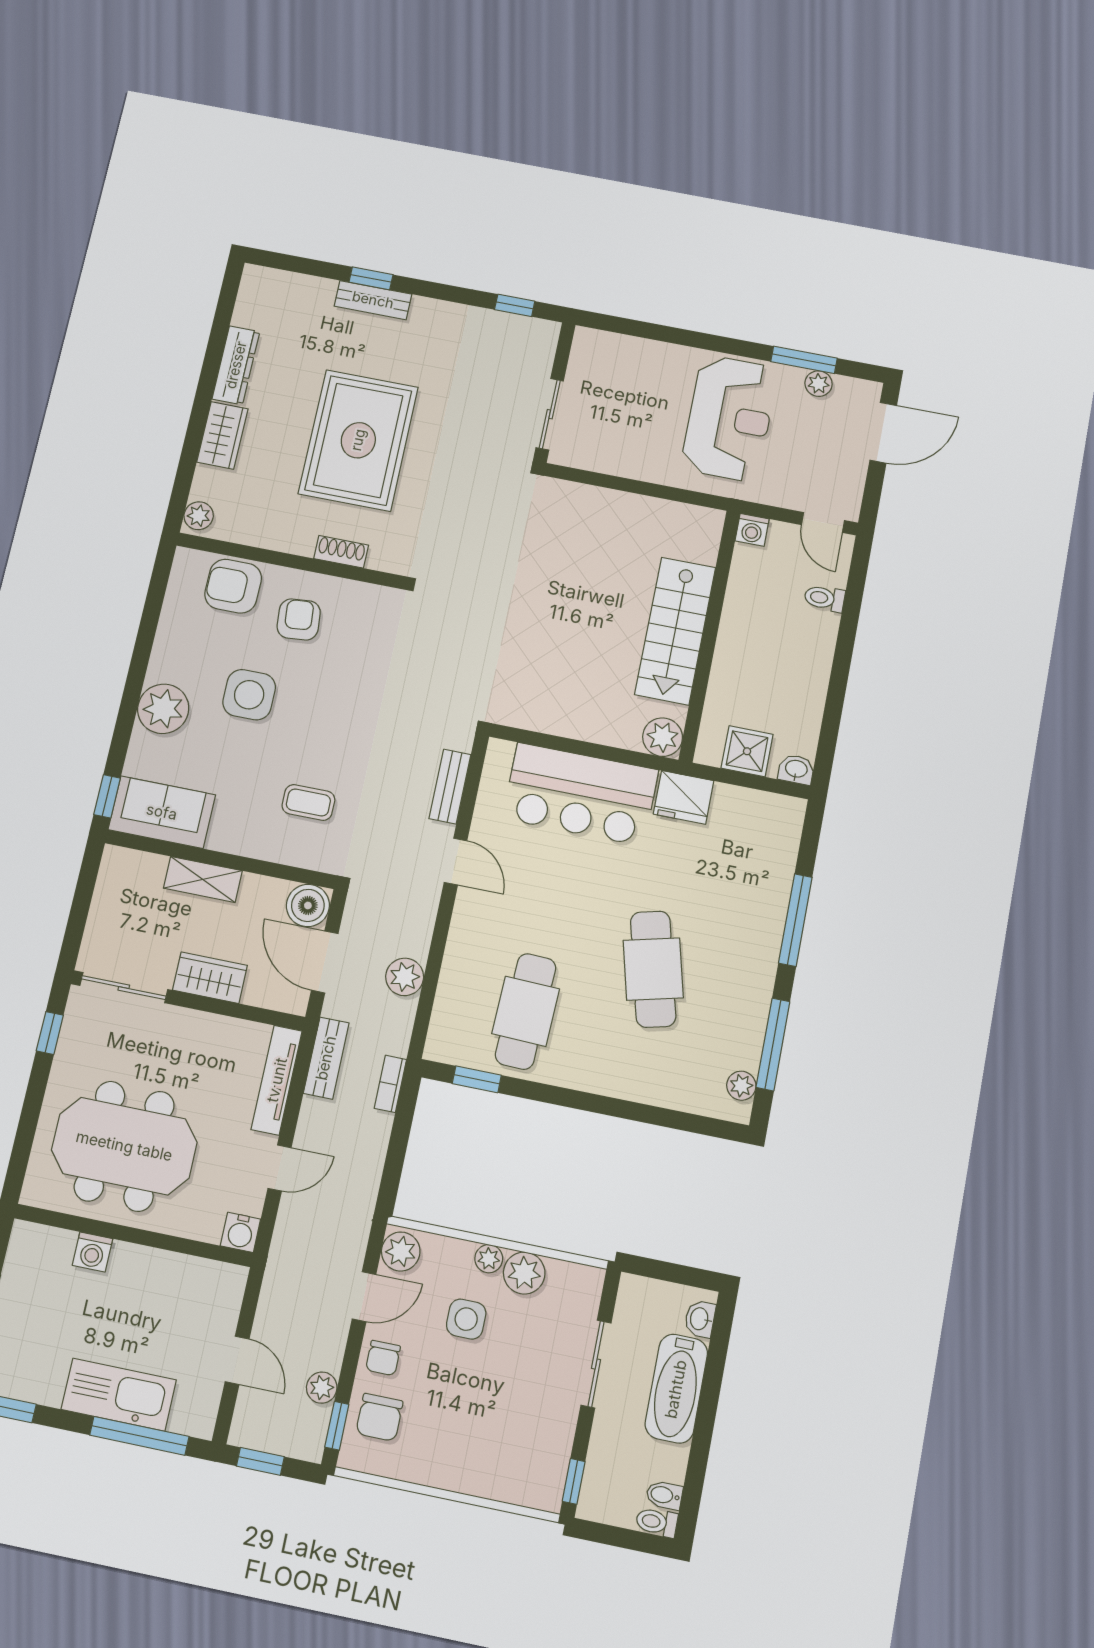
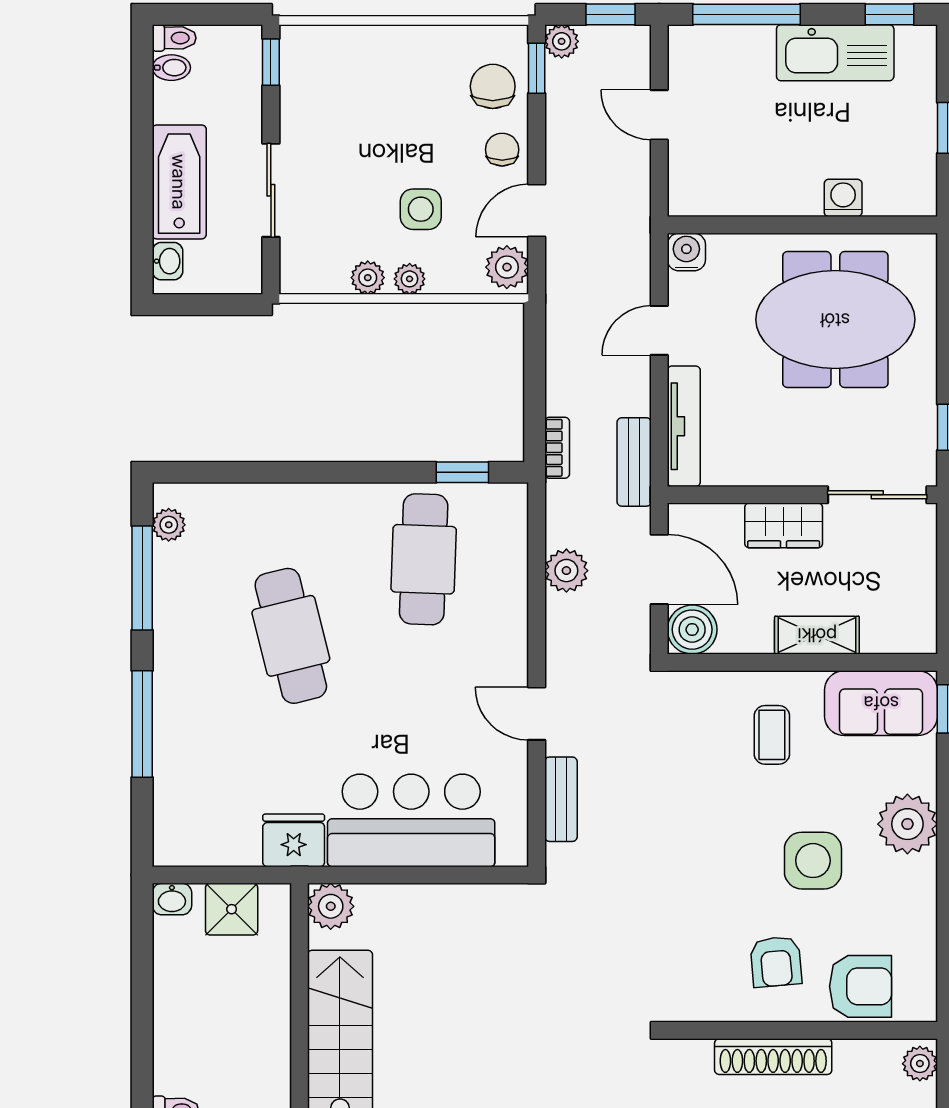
shoe rack: (341, 552) -> (773, 1057), width x1.94, depth x1.24
coffee table: (308, 802) -> (772, 735), moved, turned 90
plant: (524, 1273) -> (368, 278), width x0.73, depth x0.73
plant: (322, 1388) -> (562, 41), moved
kitchen sink: (119, 1395) -> (835, 53), moved

